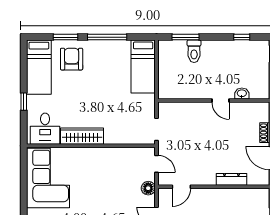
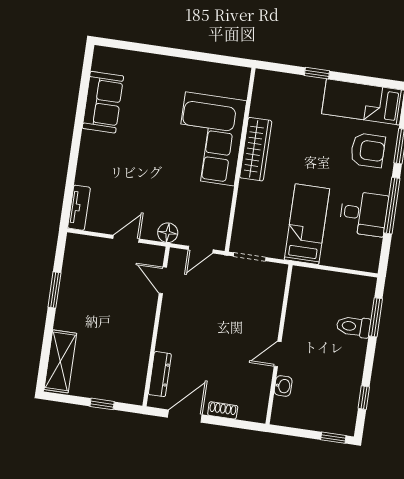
bed: (143, 67) -> (307, 224), moved, turned 90
desk: (45, 129) -> (364, 214), moved, turned 180
corner sofa: (48, 178) -> (210, 139), moved, turned 90
dresser: (231, 179) -> (160, 374), moved

